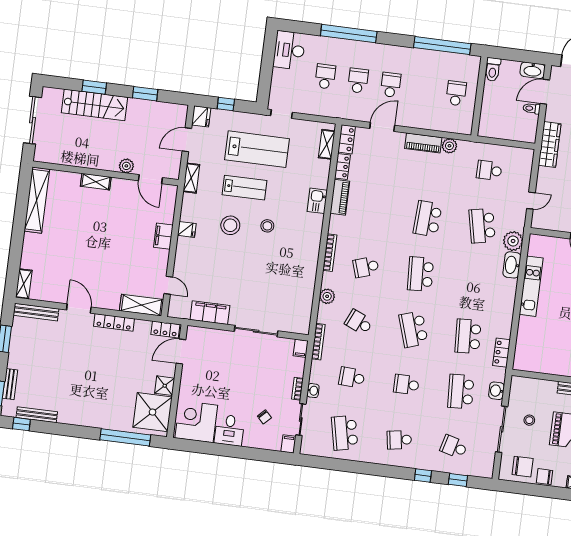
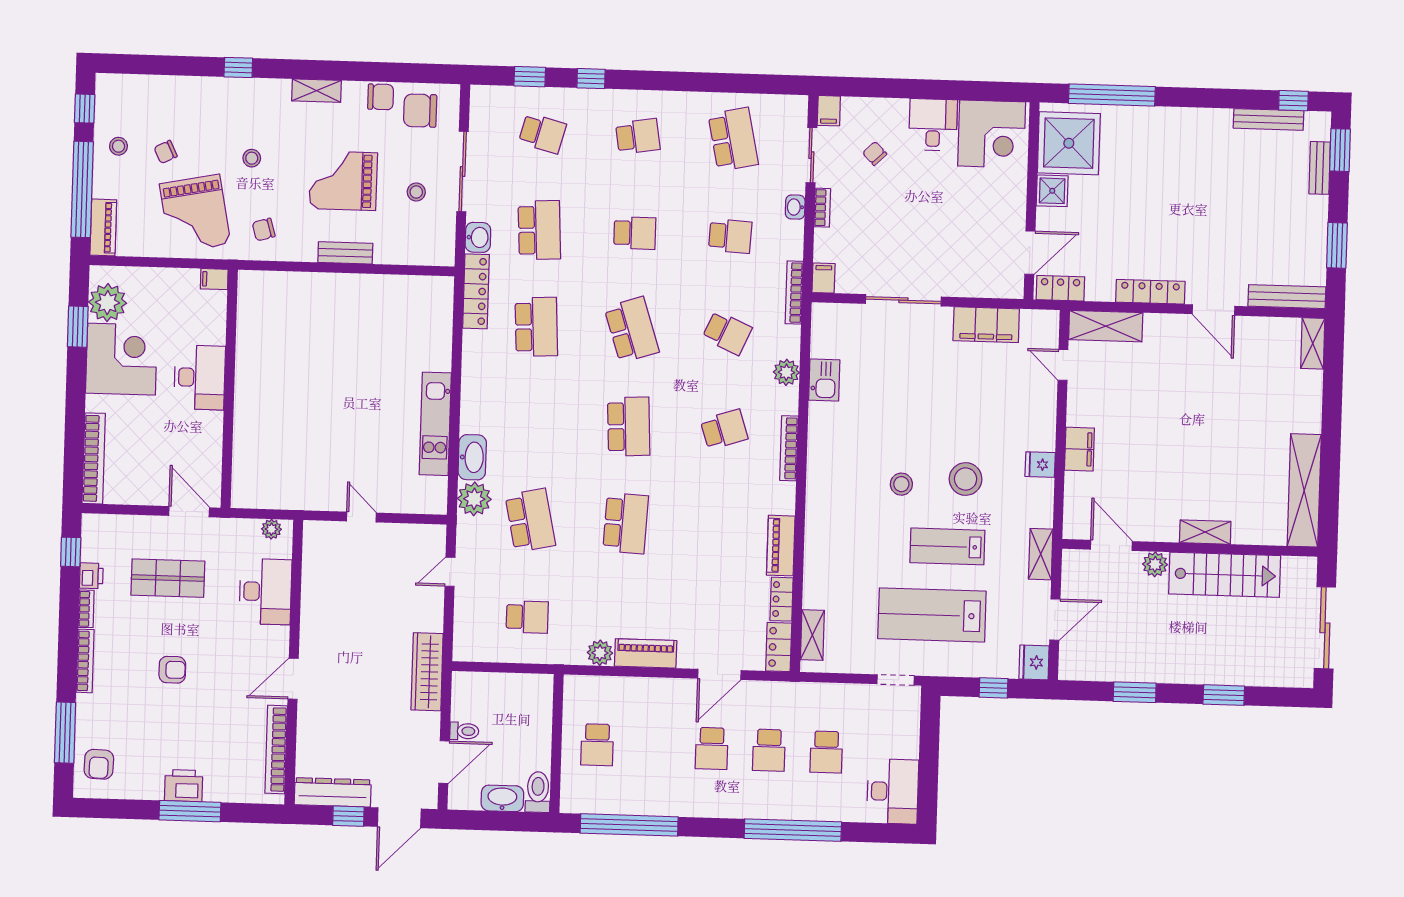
washbasin: (533, 70) -> (502, 798), moved
stairs: (94, 105) -> (1225, 575), moved, turned 180
kitchen sink: (317, 201) -> (824, 380), moved
locker: (502, 353) -> (476, 291), width x1.53

